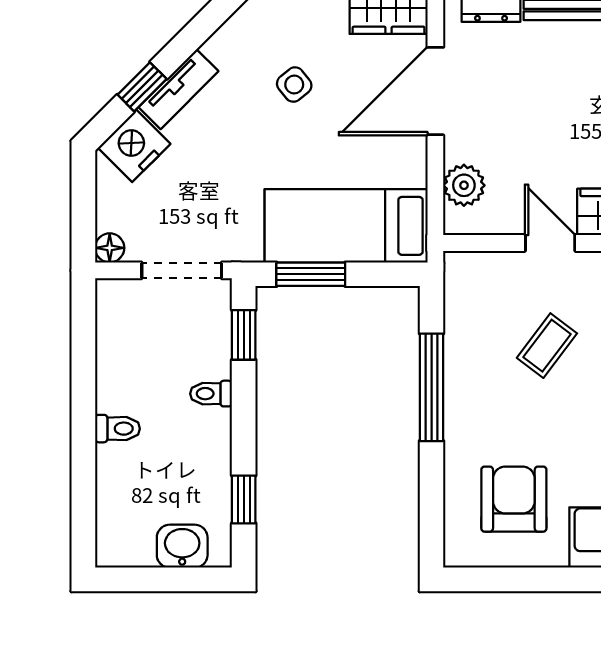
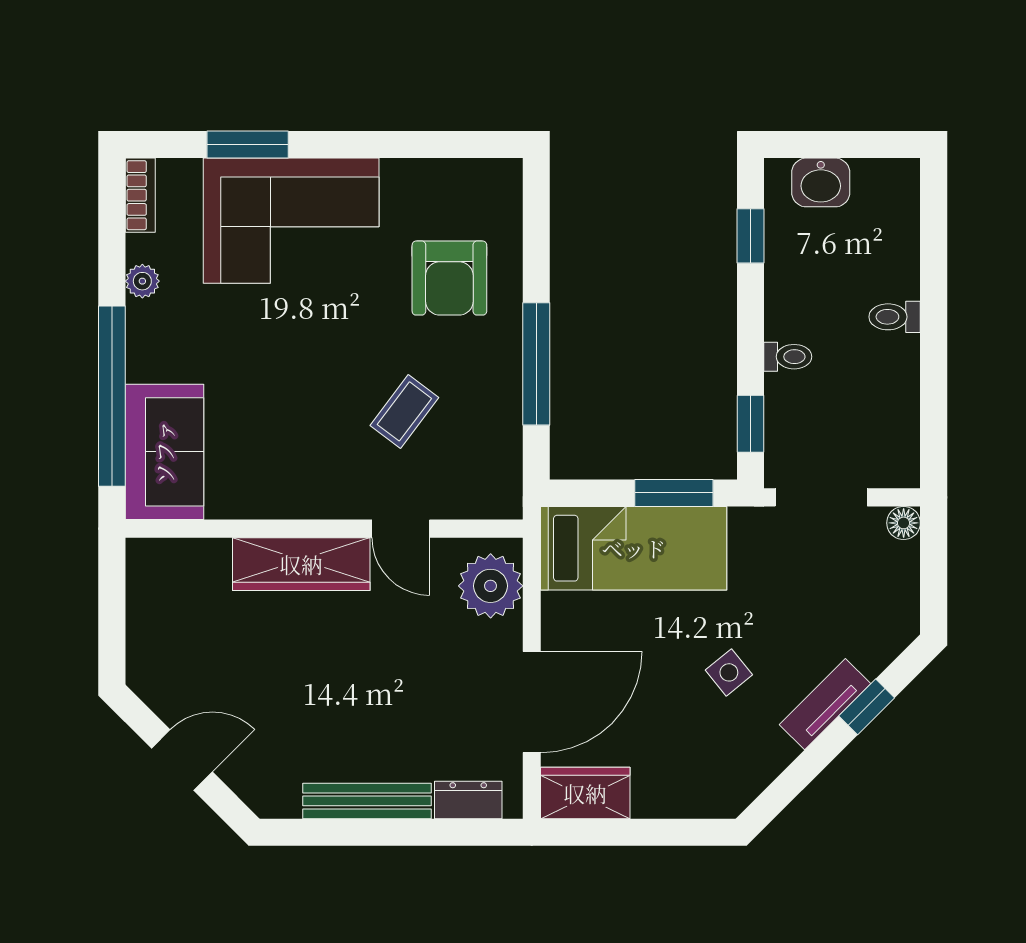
side table: (294, 85) -> (729, 672), moved
nightstand: (134, 146) -> (876, 640), removed
plant: (464, 185) -> (491, 586), width x1.36, depth x1.36
armchair: (514, 499) -> (449, 278), moved

